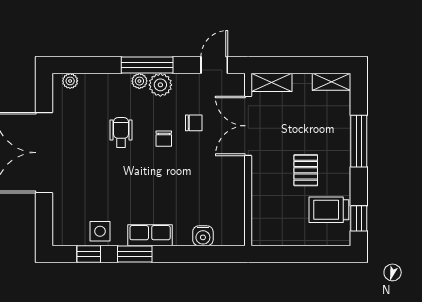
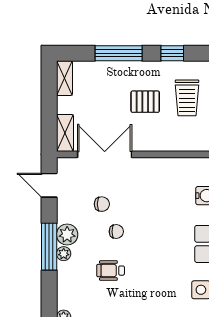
chair: (194, 123) -> (102, 204), turned 90
double door: (248, 126) -> (105, 154), swing flipped
trolley: (329, 210) -> (187, 98), moved
window: (359, 218) -> (172, 53), moved

